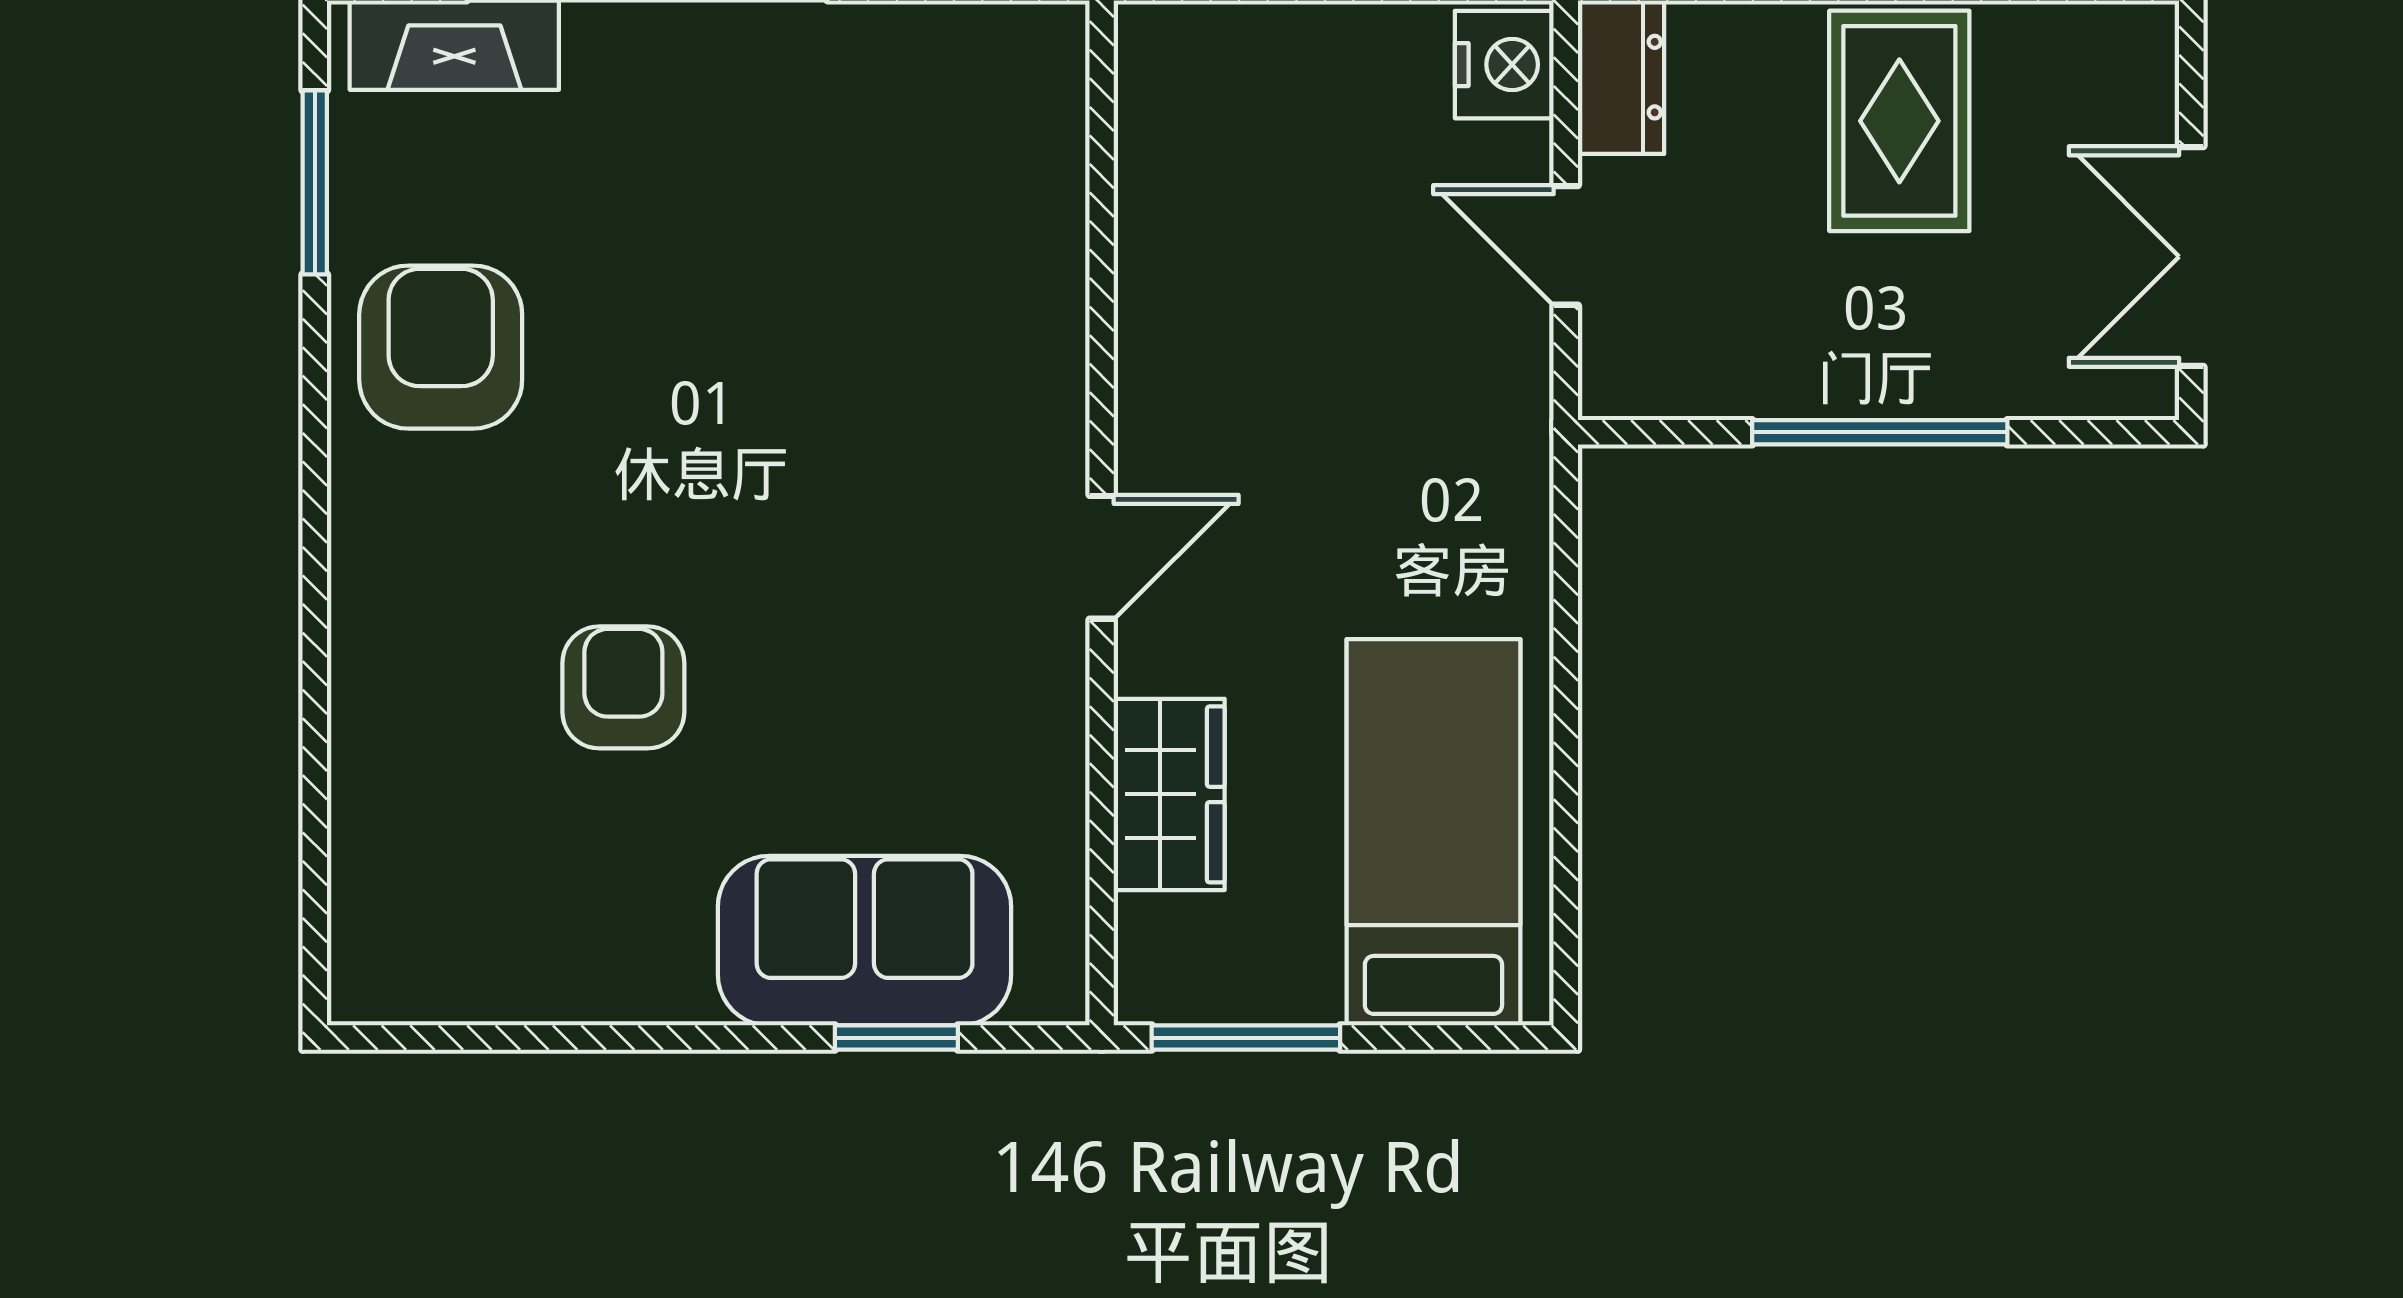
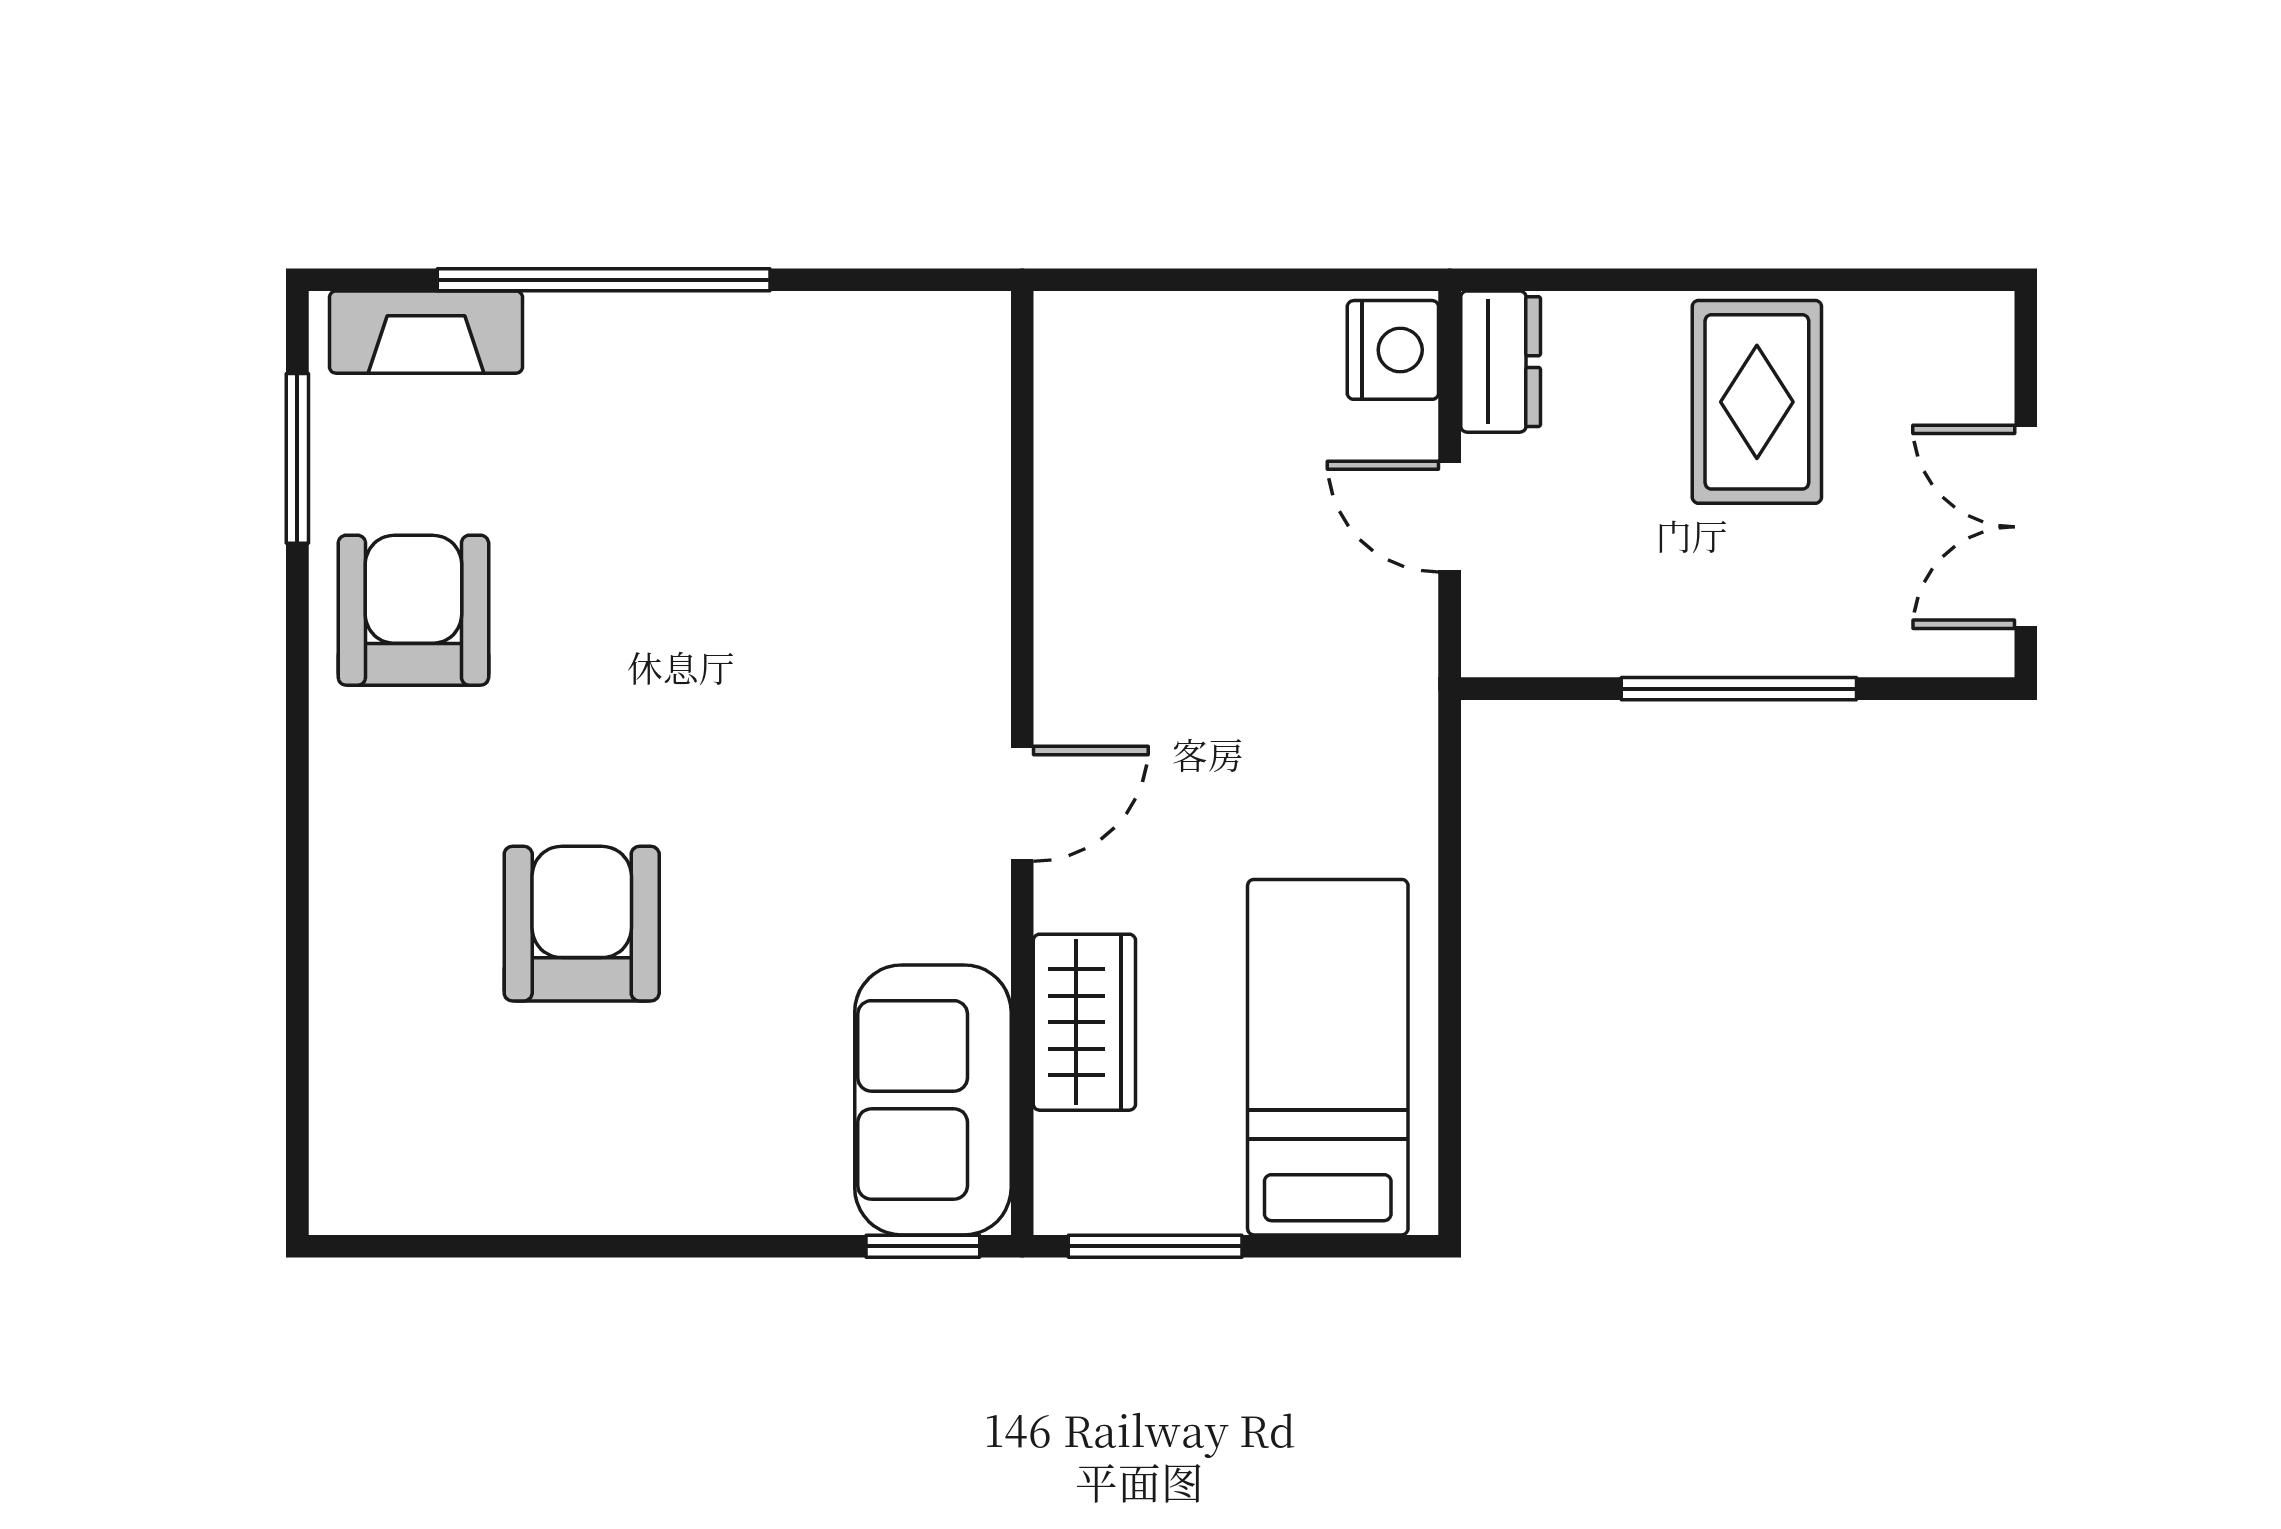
armchair: (623, 687) -> (582, 924), width x1.38, depth x1.38
sofa: (865, 941) -> (933, 1100), moved, turned -90
window: (896, 1038) -> (923, 1246), moved

